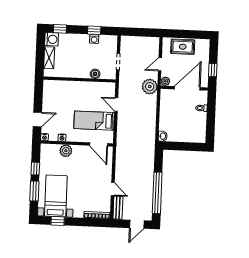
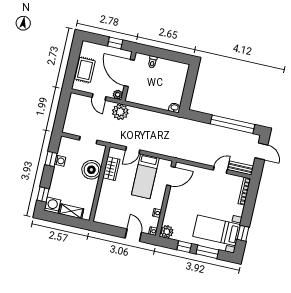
boiler: (95, 74) -> (91, 170), width x1.86, depth x1.86
wardrobe: (96, 88) -> (111, 169), added
plant: (66, 151) -> (167, 232), moved

